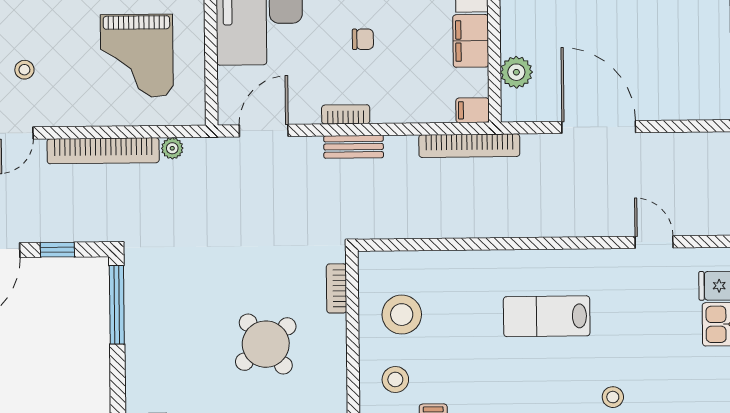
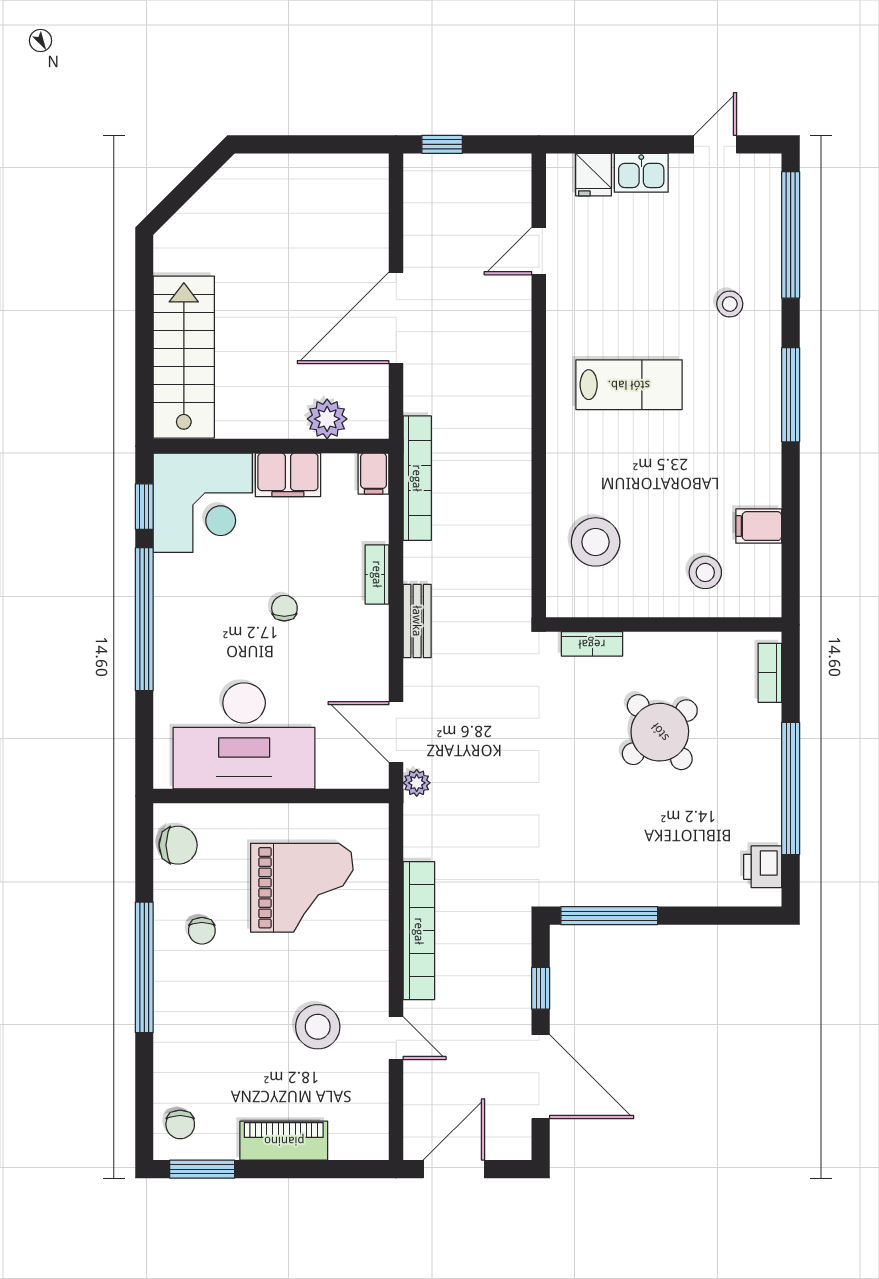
stool: (24, 70) -> (318, 1027), width x1.89, depth x1.89
bookcase: (346, 114) -> (377, 574), moved
plant: (172, 148) -> (417, 783), moved
stool: (402, 315) -> (596, 542), moved
lab bench: (547, 316) -> (629, 385), turned -90

